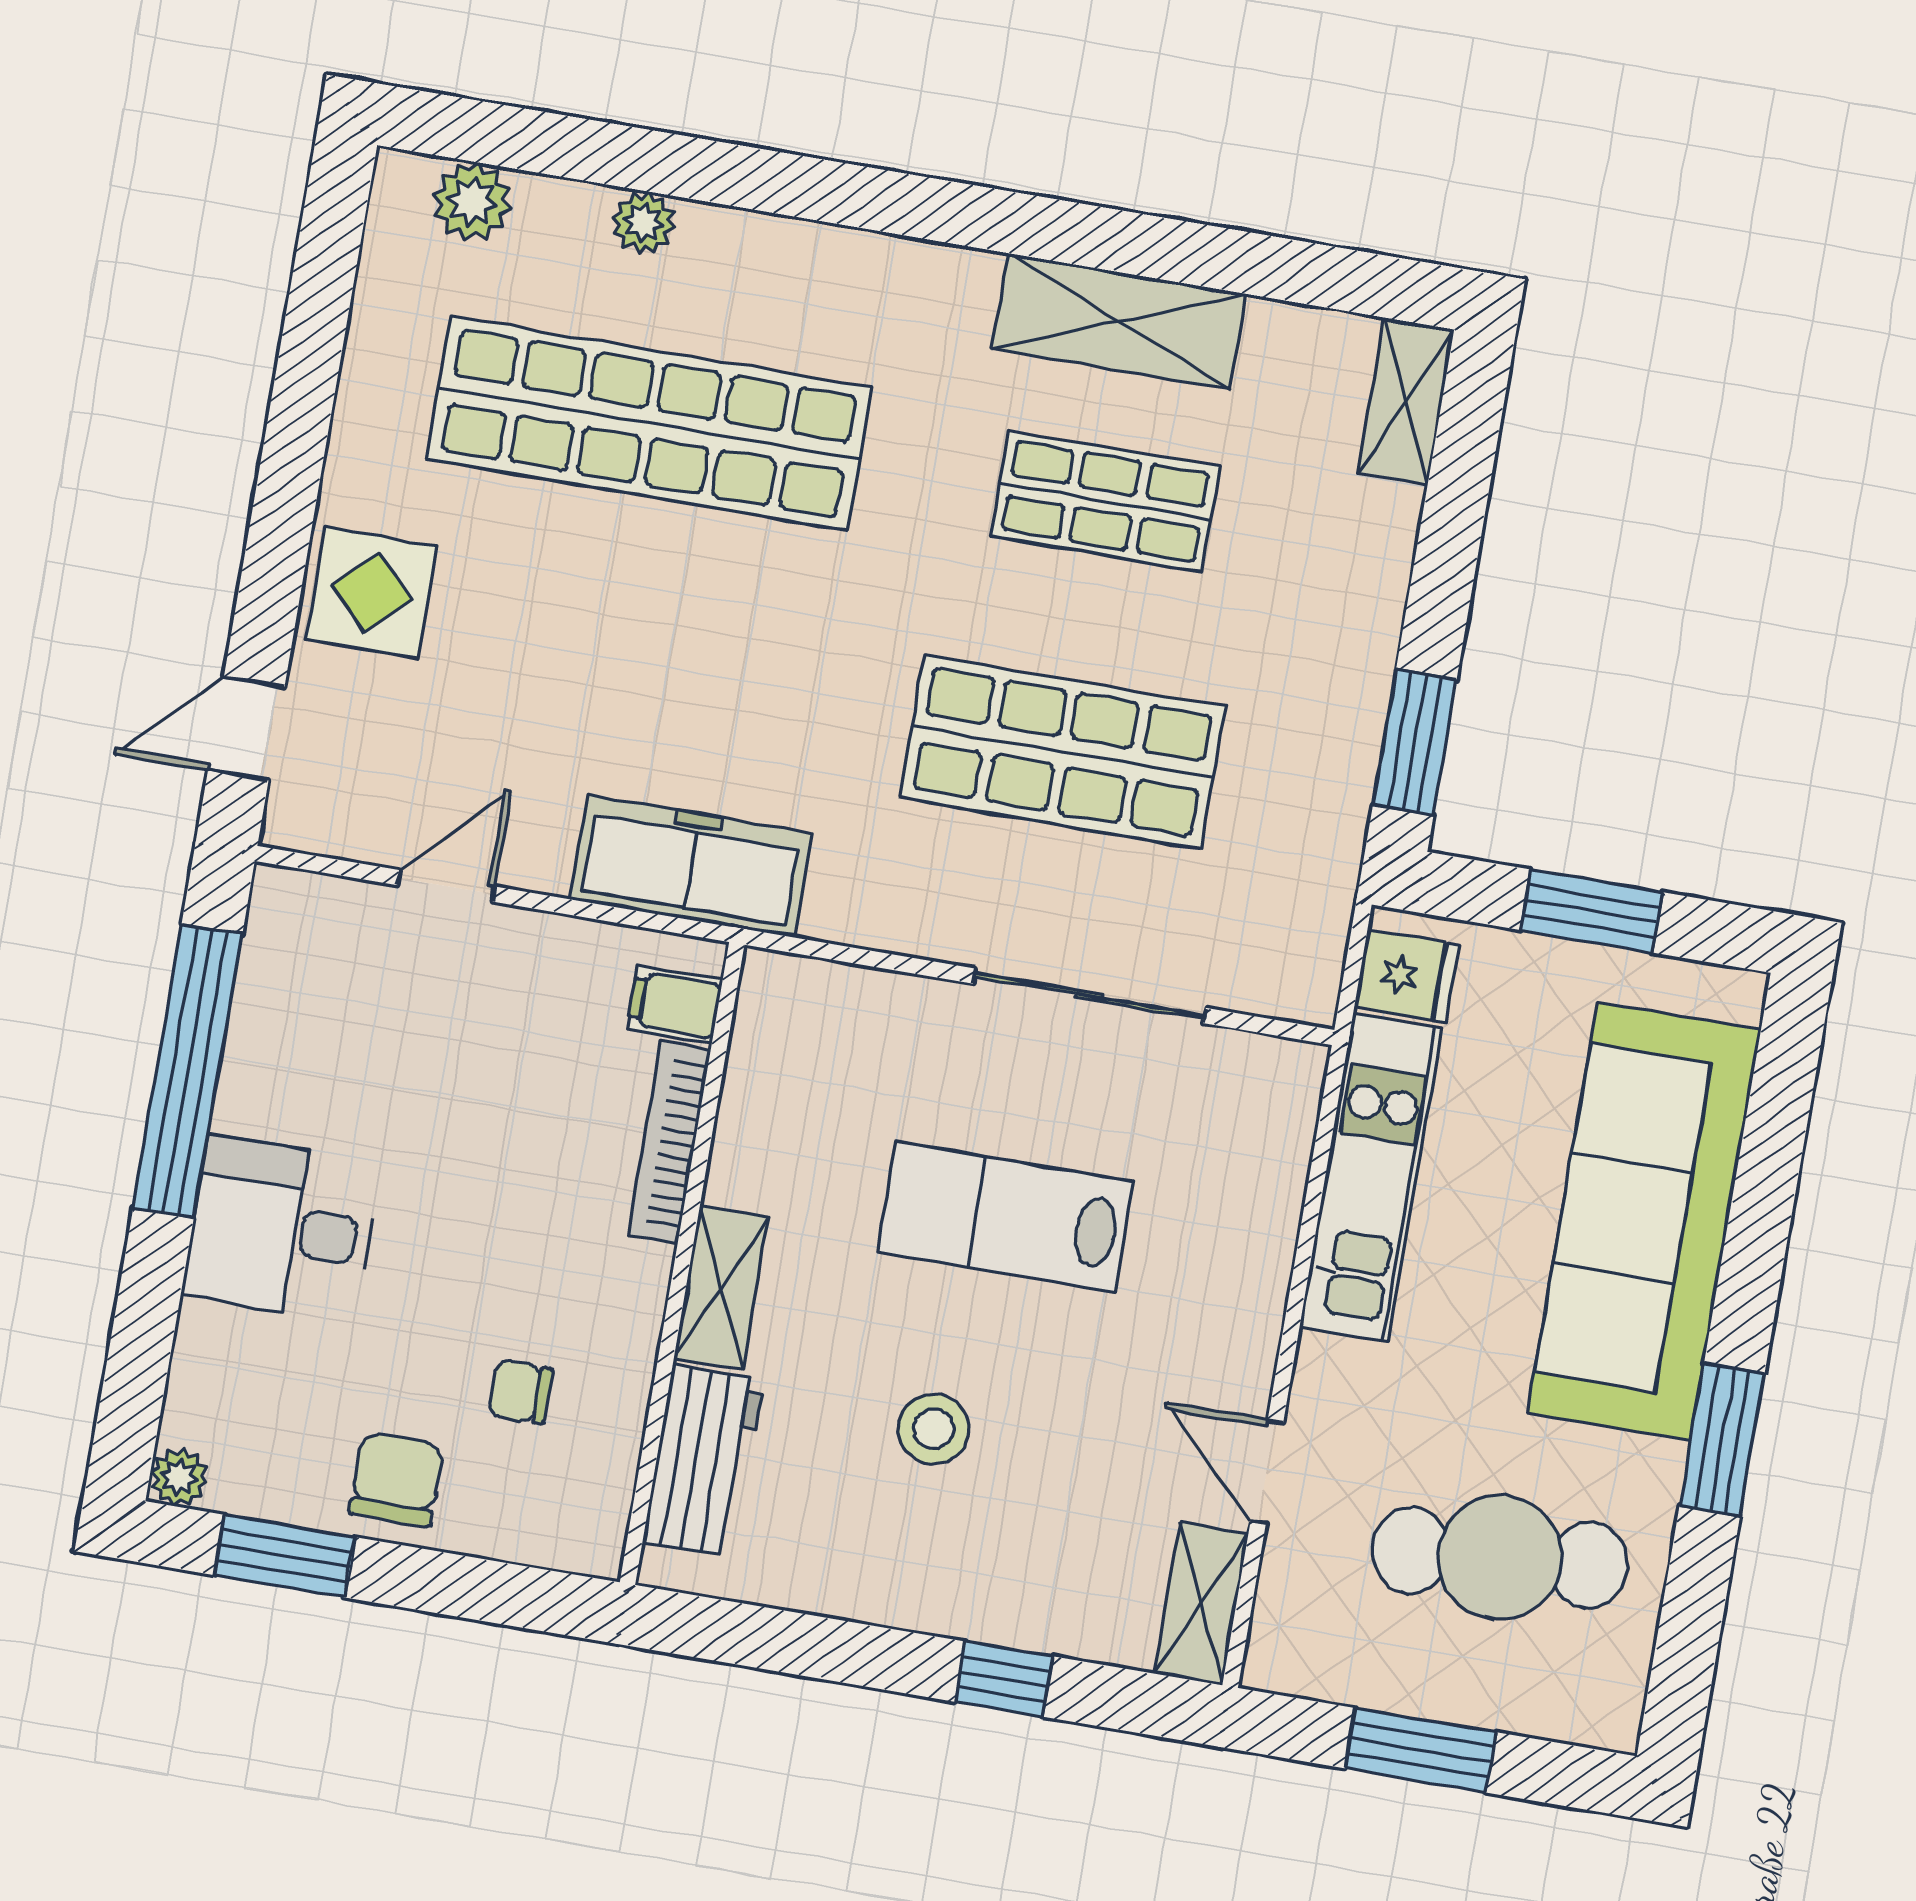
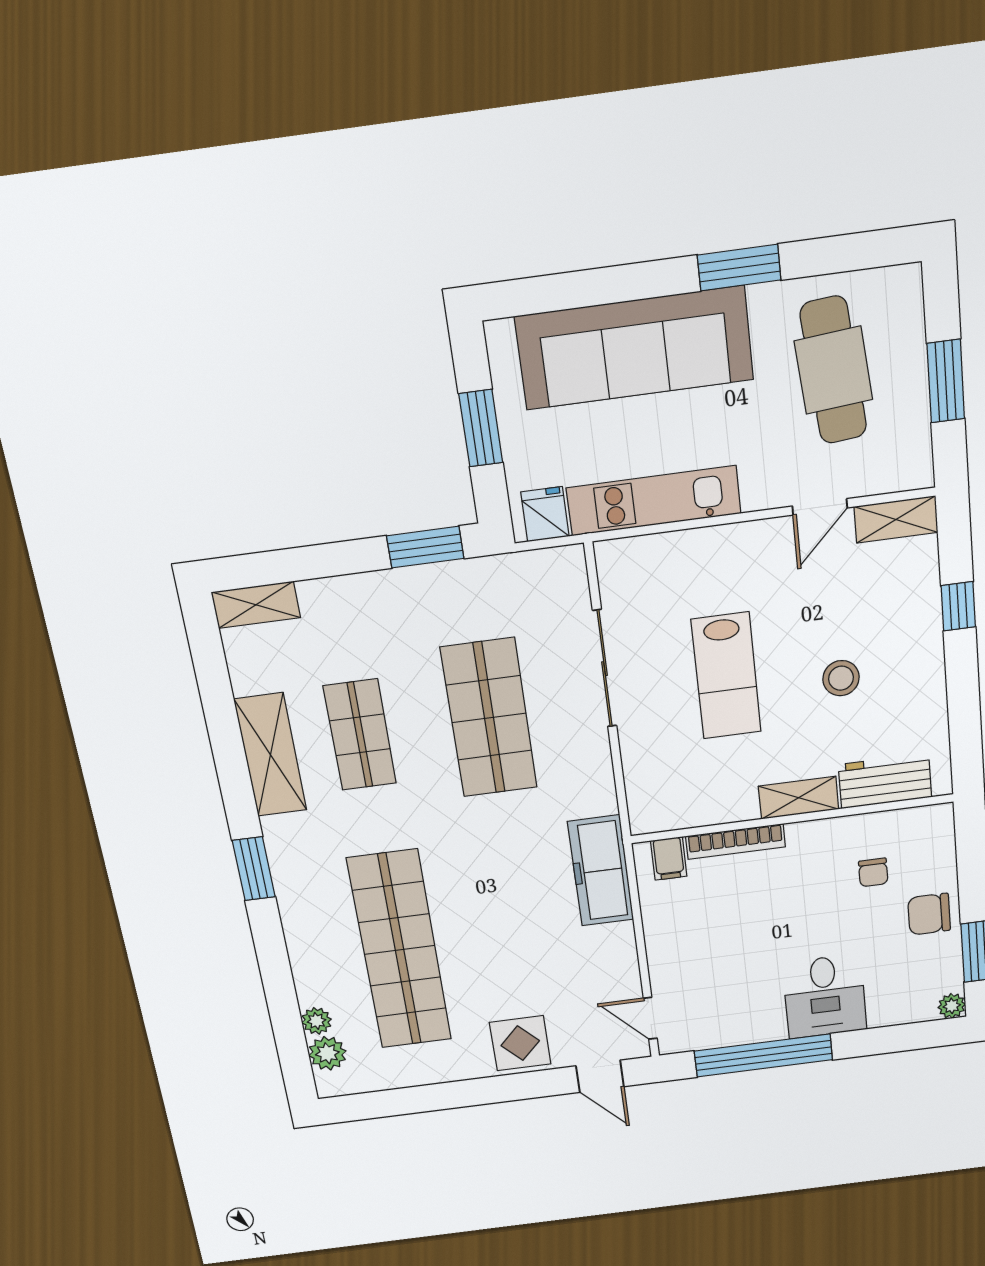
window: (906, 204) -> (254, 869), added
plant: (644, 222) -> (317, 1021), moved
door: (446, 886) -> (650, 1018), moved

